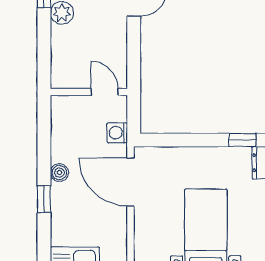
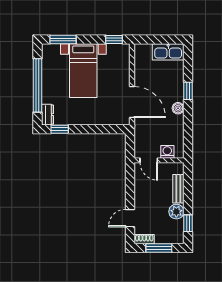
bench: (59, 48) -> (178, 189), added
washing machine: (117, 133) -> (167, 152), moved, turned -90

